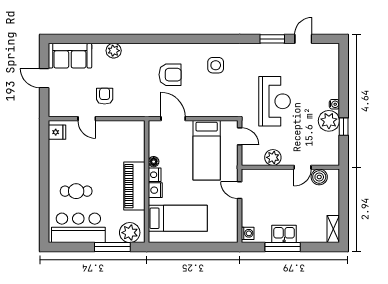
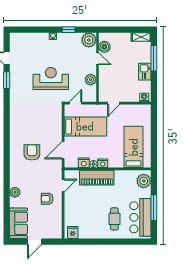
side table: (216, 65) -> (25, 120), removed
door: (87, 119) -> (63, 186), moved
plant: (329, 121) -> (89, 40), moved
piano: (134, 186) -> (97, 178), moved
nightstand: (155, 190) -> (84, 163), moved
window: (112, 247) -> (154, 208), moved
window: (283, 247) -> (154, 58), moved

